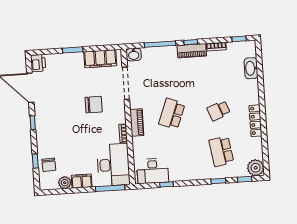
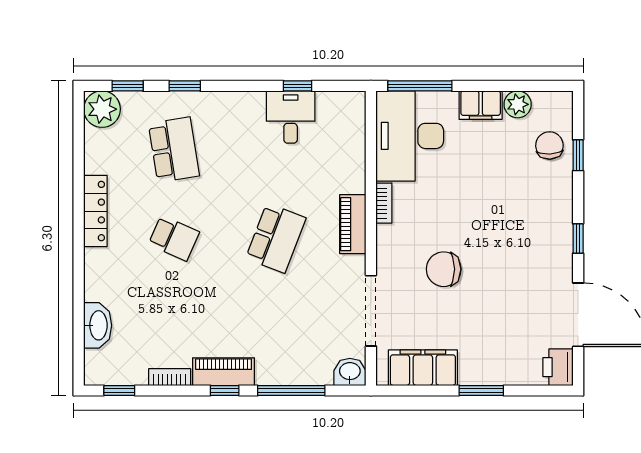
school desk: (219, 111) -> (174, 238), turned 45
desk: (153, 171) -> (291, 117), moved, width x0.73

